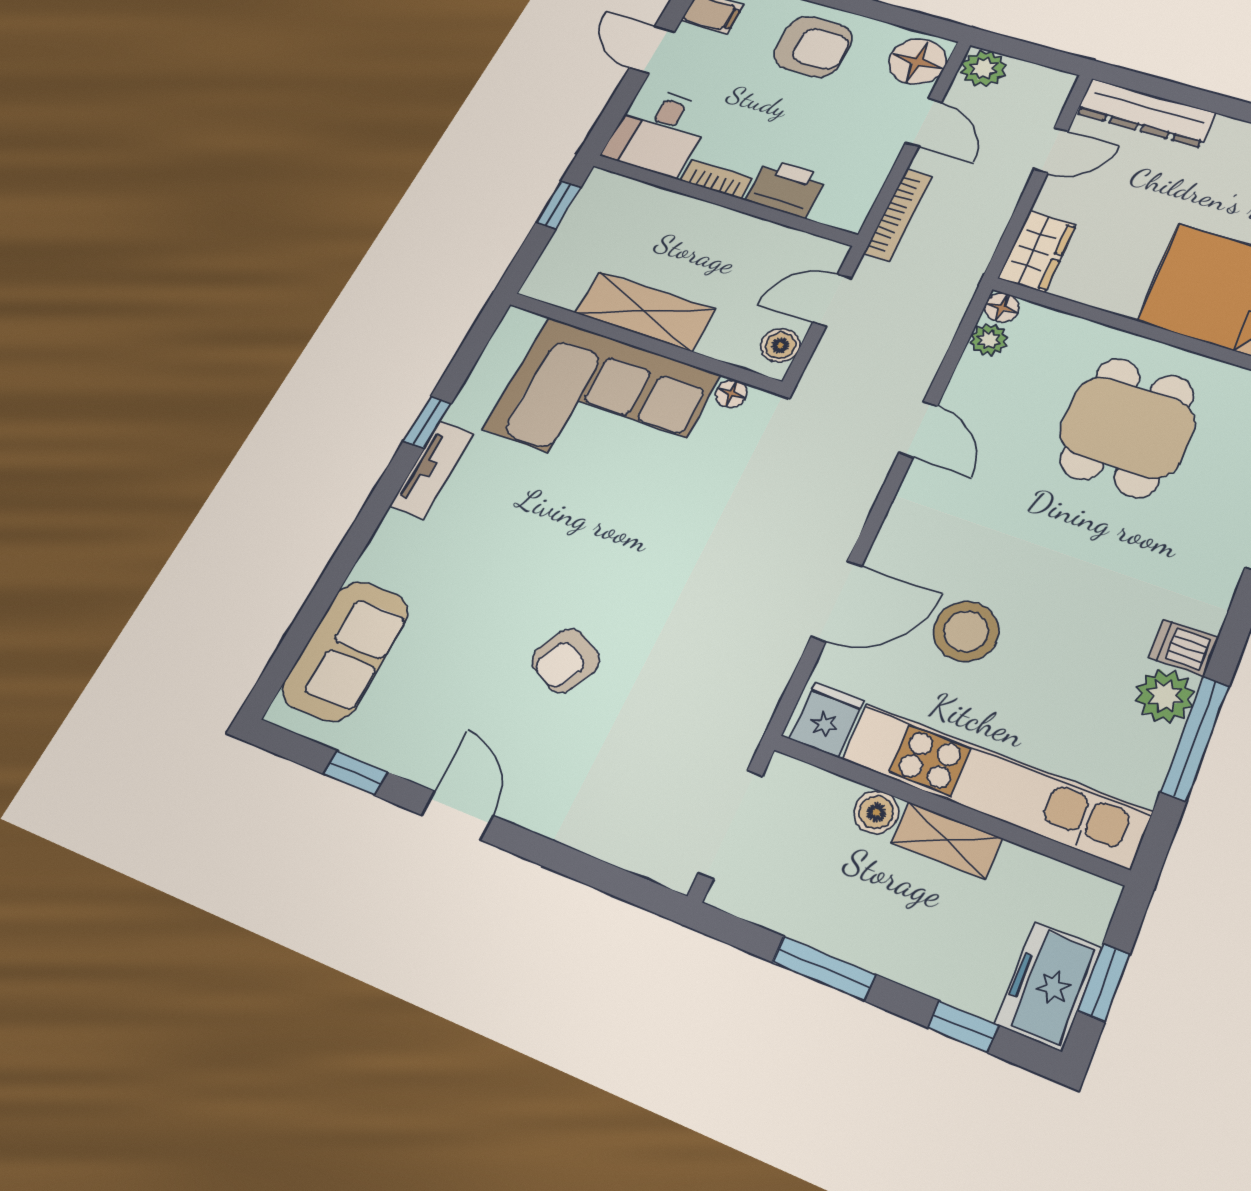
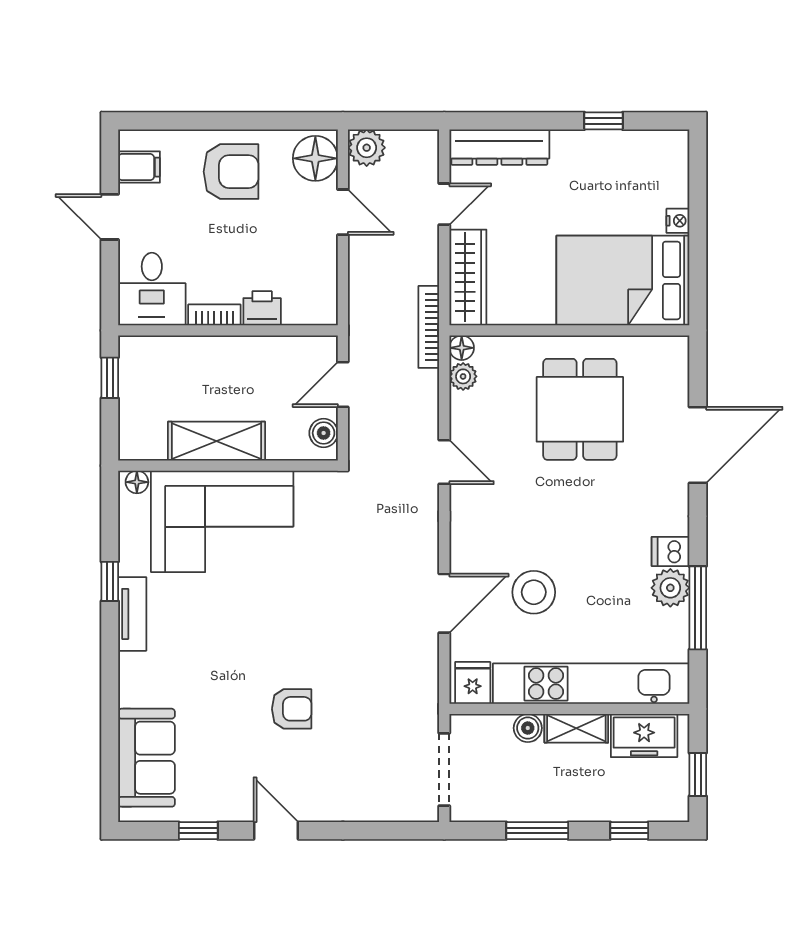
printer: (786, 188) -> (262, 308), width x0.73, depth x0.81
bookcase: (898, 215) -> (429, 327), moved, turned 180
wardrobe: (1037, 251) -> (468, 277), width x1.50
floor lamp: (731, 393) -> (137, 482), moved
armchair: (566, 660) -> (292, 709), turned -117
freezer: (1048, 986) -> (644, 736), moved, turned -90

